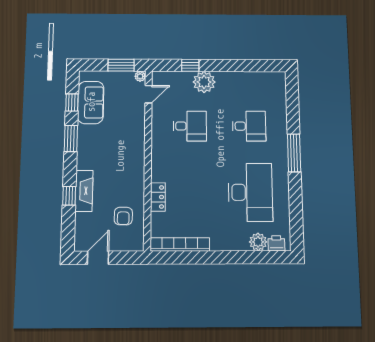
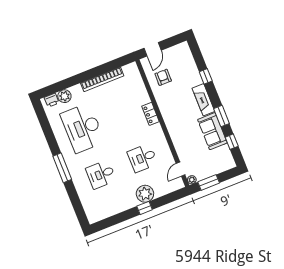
window: (190, 65) -> (145, 208), moved
sofa: (91, 102) -> (212, 131), moved
fireplace: (84, 191) -> (203, 100), moved
locker: (158, 197) -> (150, 114), moved
bookcase: (180, 244) -> (102, 79), moved
door: (98, 258) -> (153, 49), moved

